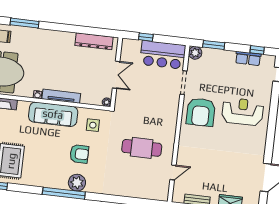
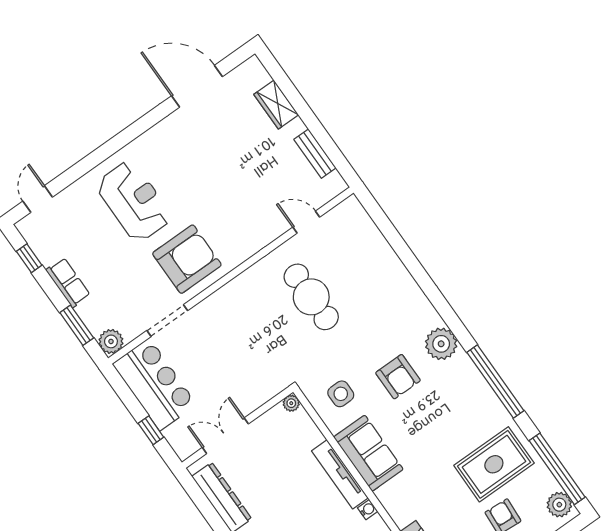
row of seats: (248, 58) -> (68, 283), moved
double door: (116, 75) -> (225, 436), moved
reception desk: (243, 112) -> (134, 201), turned 180
sofa: (53, 114) -> (368, 453), width x0.73
armchair: (79, 154) -> (398, 377), turned 180
window: (64, 193) -> (495, 381), moved

